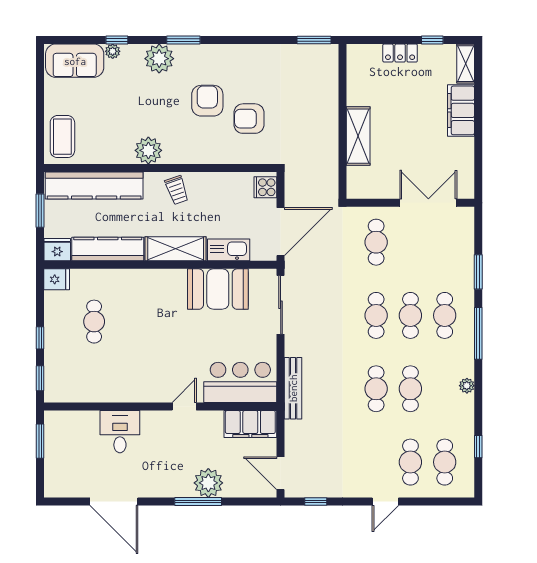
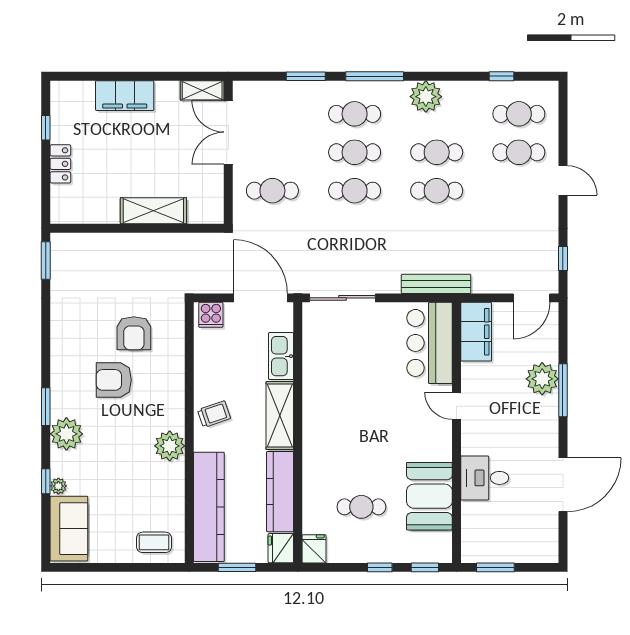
shelving: (466, 64) -> (202, 90), moved
coffee table: (62, 137) -> (154, 542), width x0.73, depth x0.77
booth: (218, 289) -> (429, 496), moved
plant: (467, 386) -> (426, 97), width x1.88, depth x1.88

